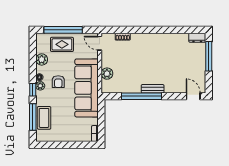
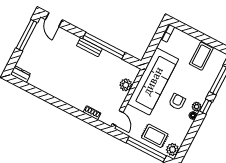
window: (209, 56) -> (27, 35), moved
plant: (42, 59) -> (172, 149), moved
coffee table: (44, 118) -> (201, 56), moved

